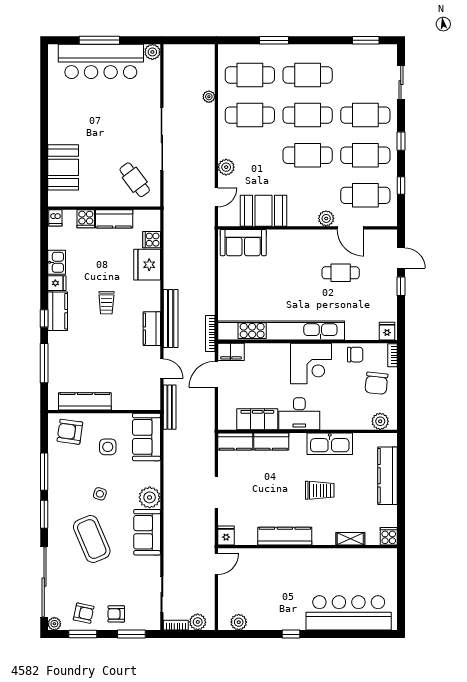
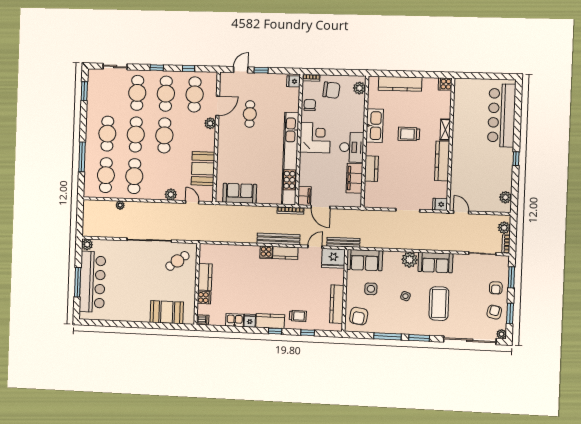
window: (274, 40) -> (82, 157), width x1.44
cooker: (152, 240) -> (266, 252), moved
sofa: (243, 243) -> (240, 193), moved, turned -90
fridge: (147, 265) -> (333, 258), moved
trolley: (106, 303) -> (298, 316), moved
window: (44, 363) -> (308, 333), width x0.46
kitchen counter: (235, 441) -> (370, 195), removed
trolley: (320, 490) -> (409, 134), turned -90
coffee table: (92, 539) -> (439, 304), turned -67
shelving: (350, 539) -> (445, 130), moved

